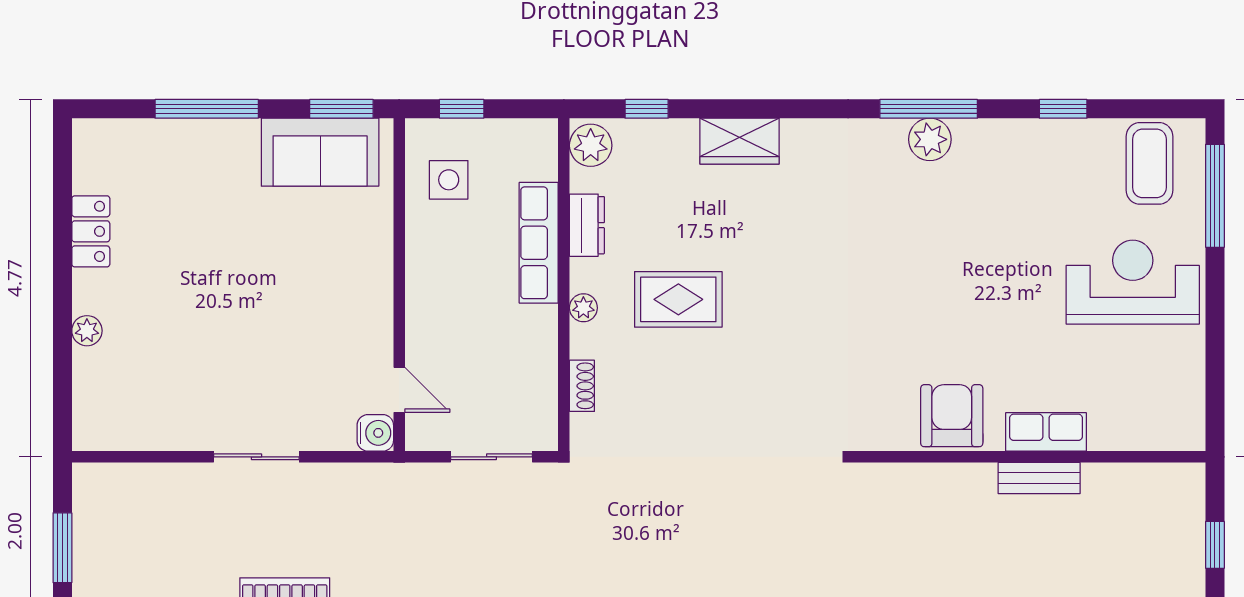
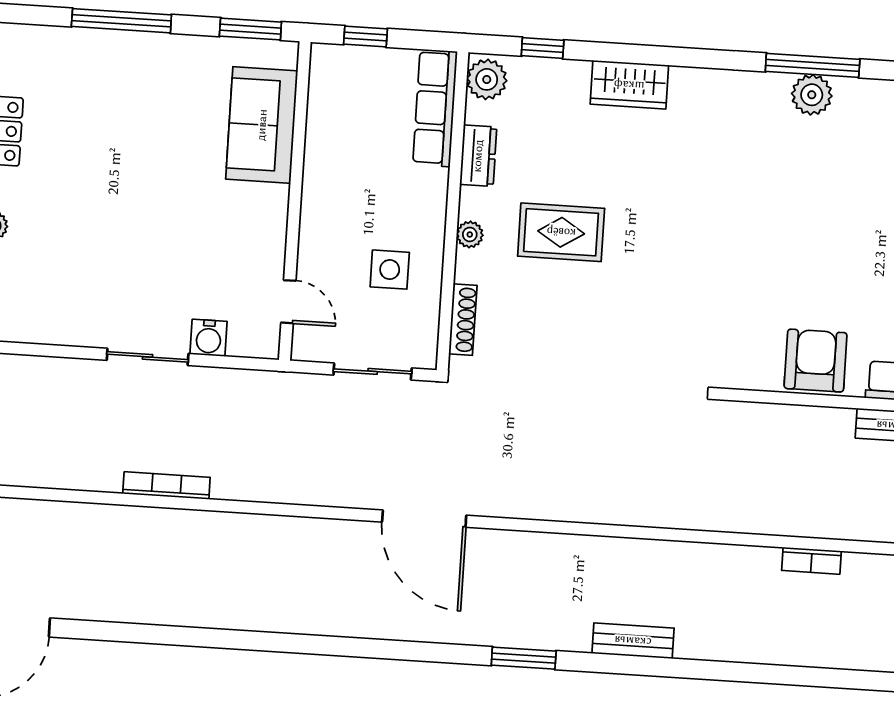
sofa: (320, 152) -> (262, 125), moved, turned 90
side table: (449, 180) -> (390, 270), moved
row of seats: (539, 243) -> (435, 108), moved
shoe rack: (582, 386) -> (463, 320), width x1.43
water cooler: (375, 433) -> (209, 338), moved, turned 90

